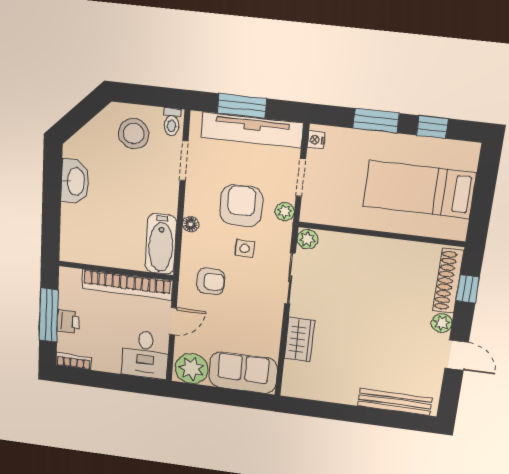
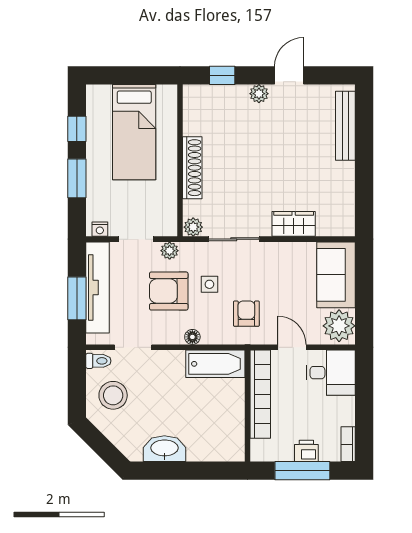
shoe rack: (448, 281) -> (192, 168), moved, turned -90

